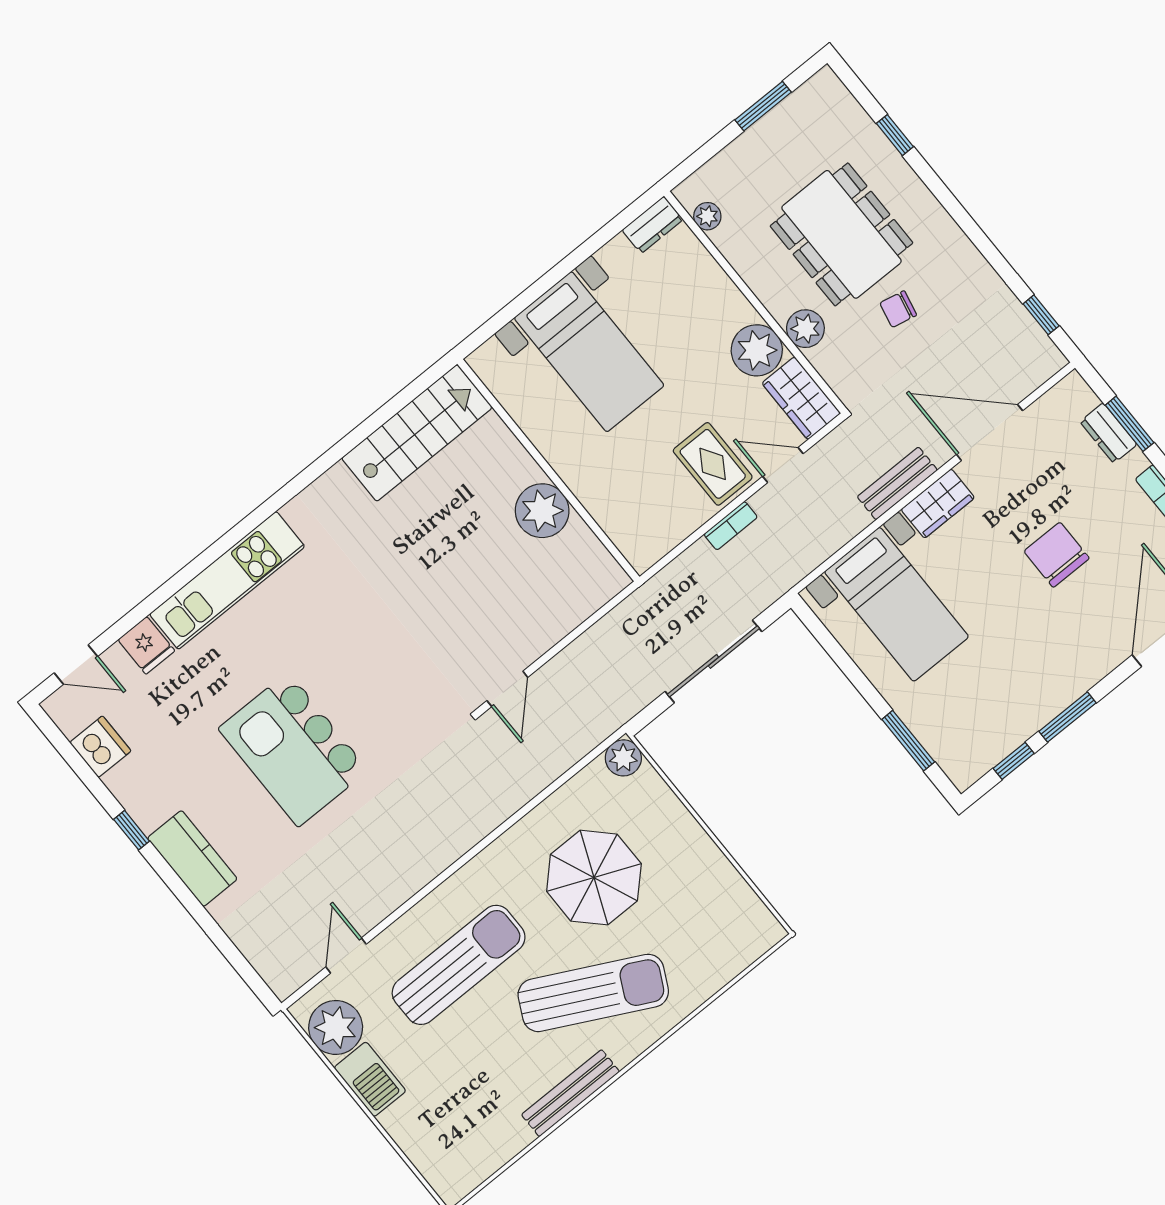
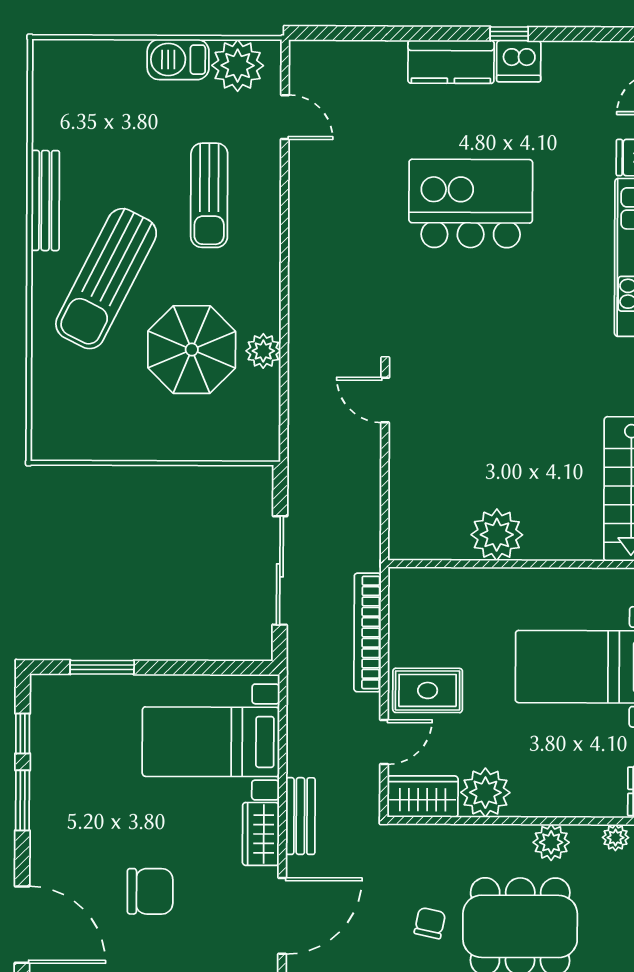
plant: (805, 329) -> (551, 842), moved
bookcase: (731, 526) -> (368, 632), width x2.31, depth x1.31
dishwasher: (100, 747) -> (519, 61), moved
plant: (623, 758) -> (263, 351), moved
sun lounger: (459, 965) -> (209, 195), width x0.73, depth x0.75

